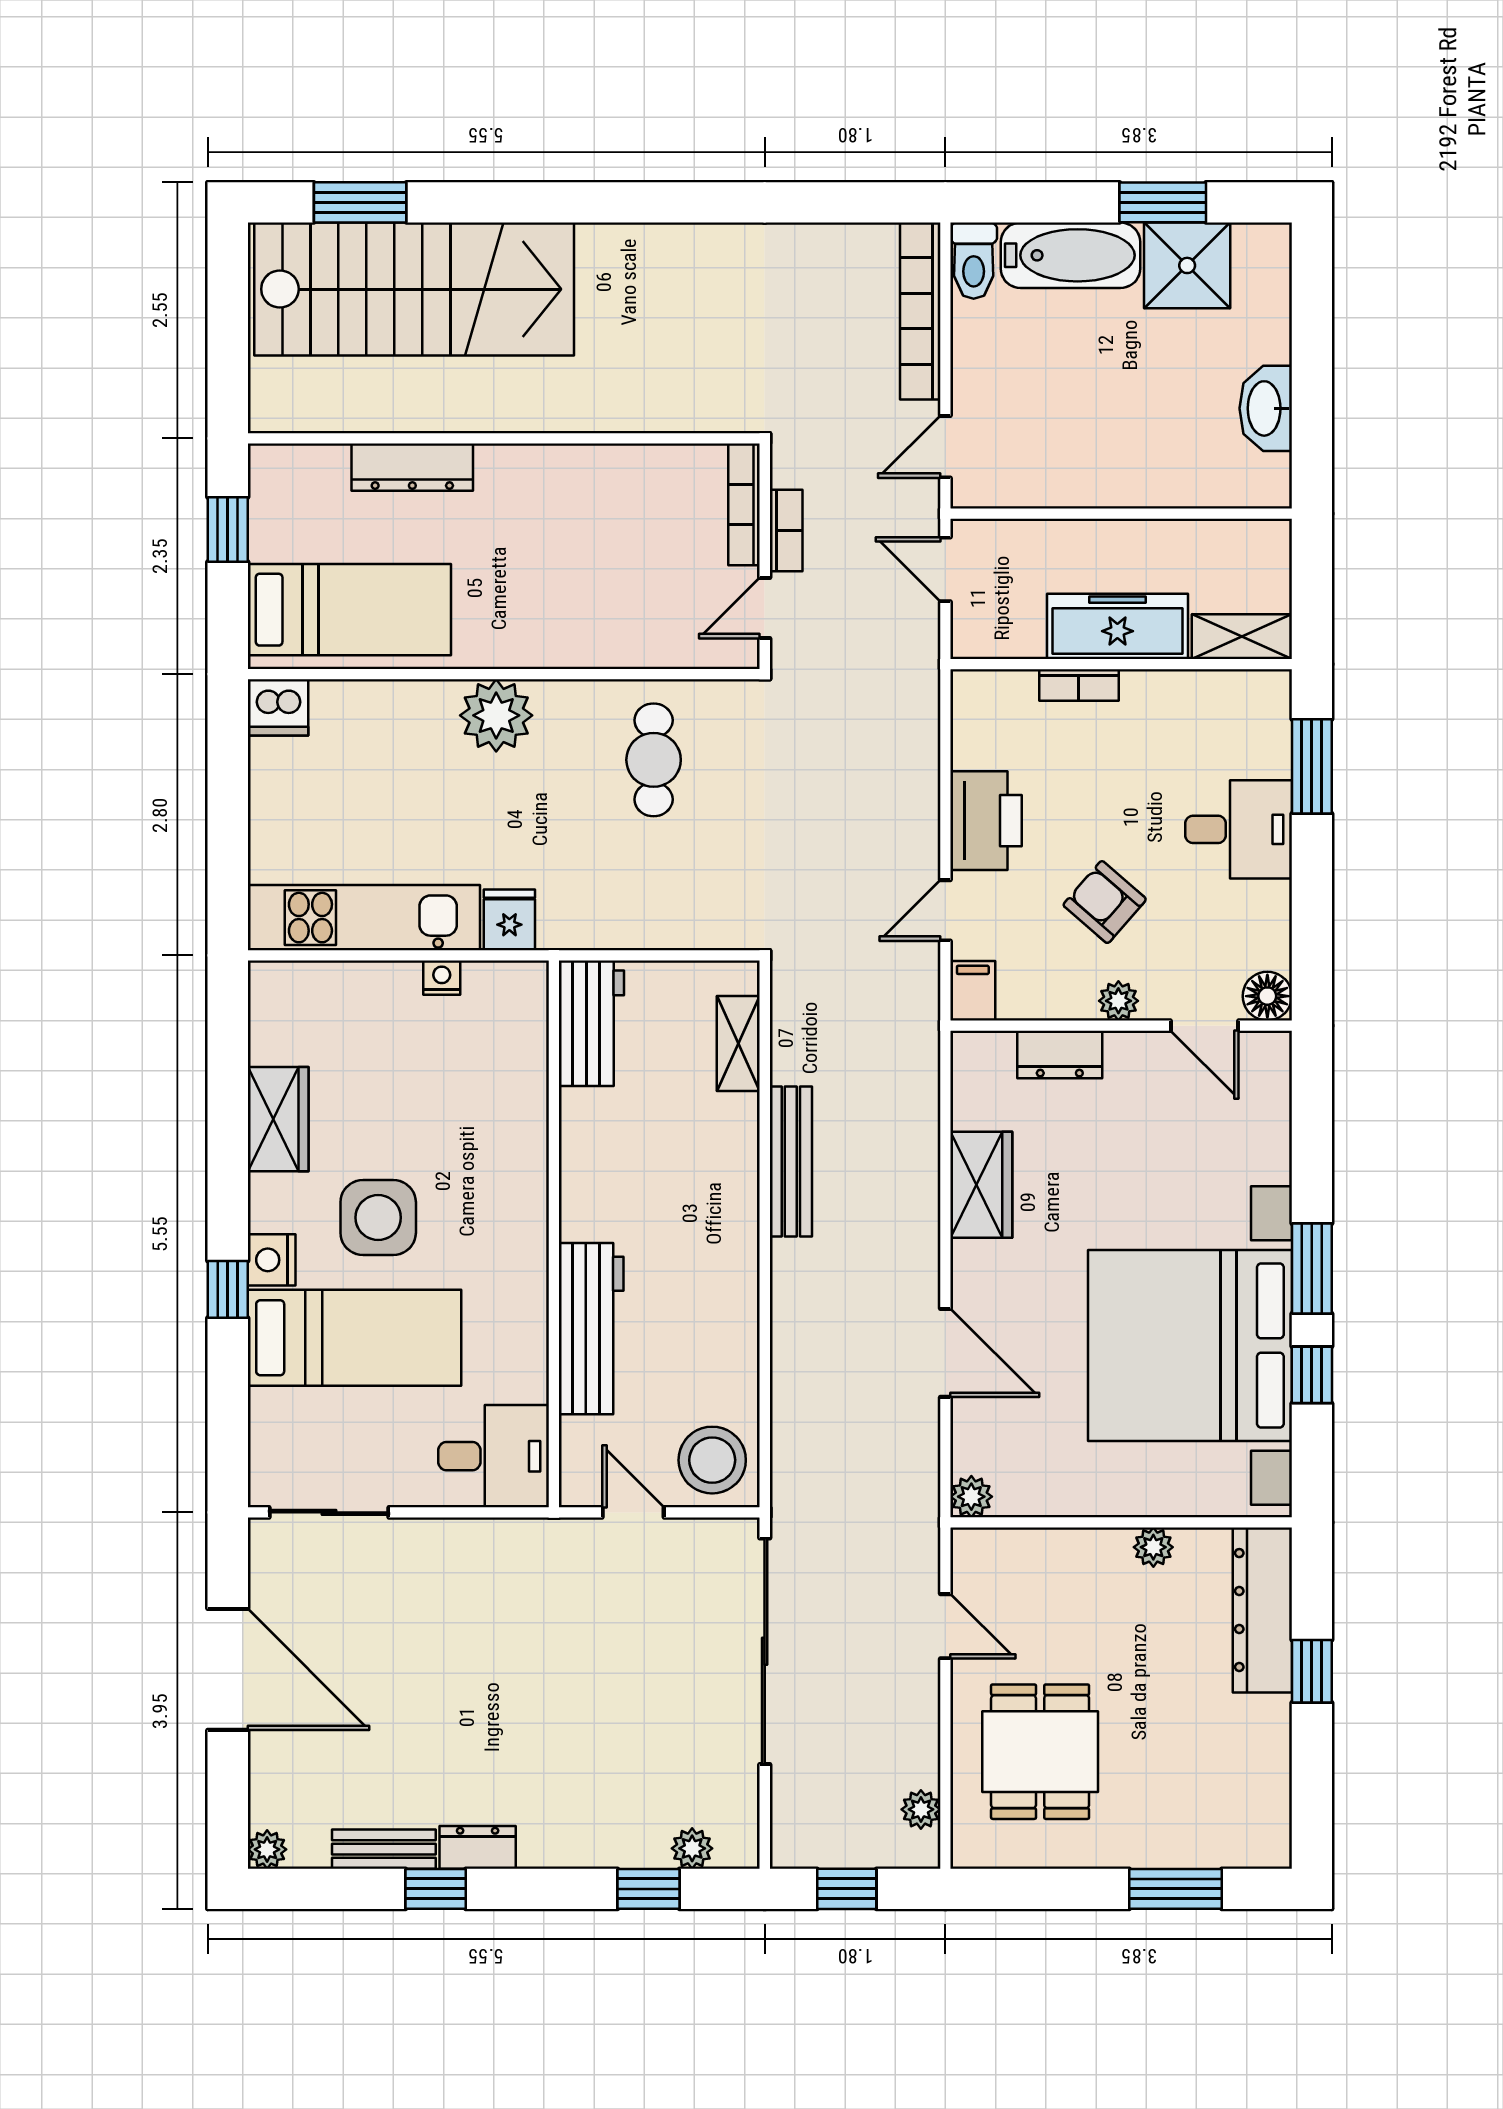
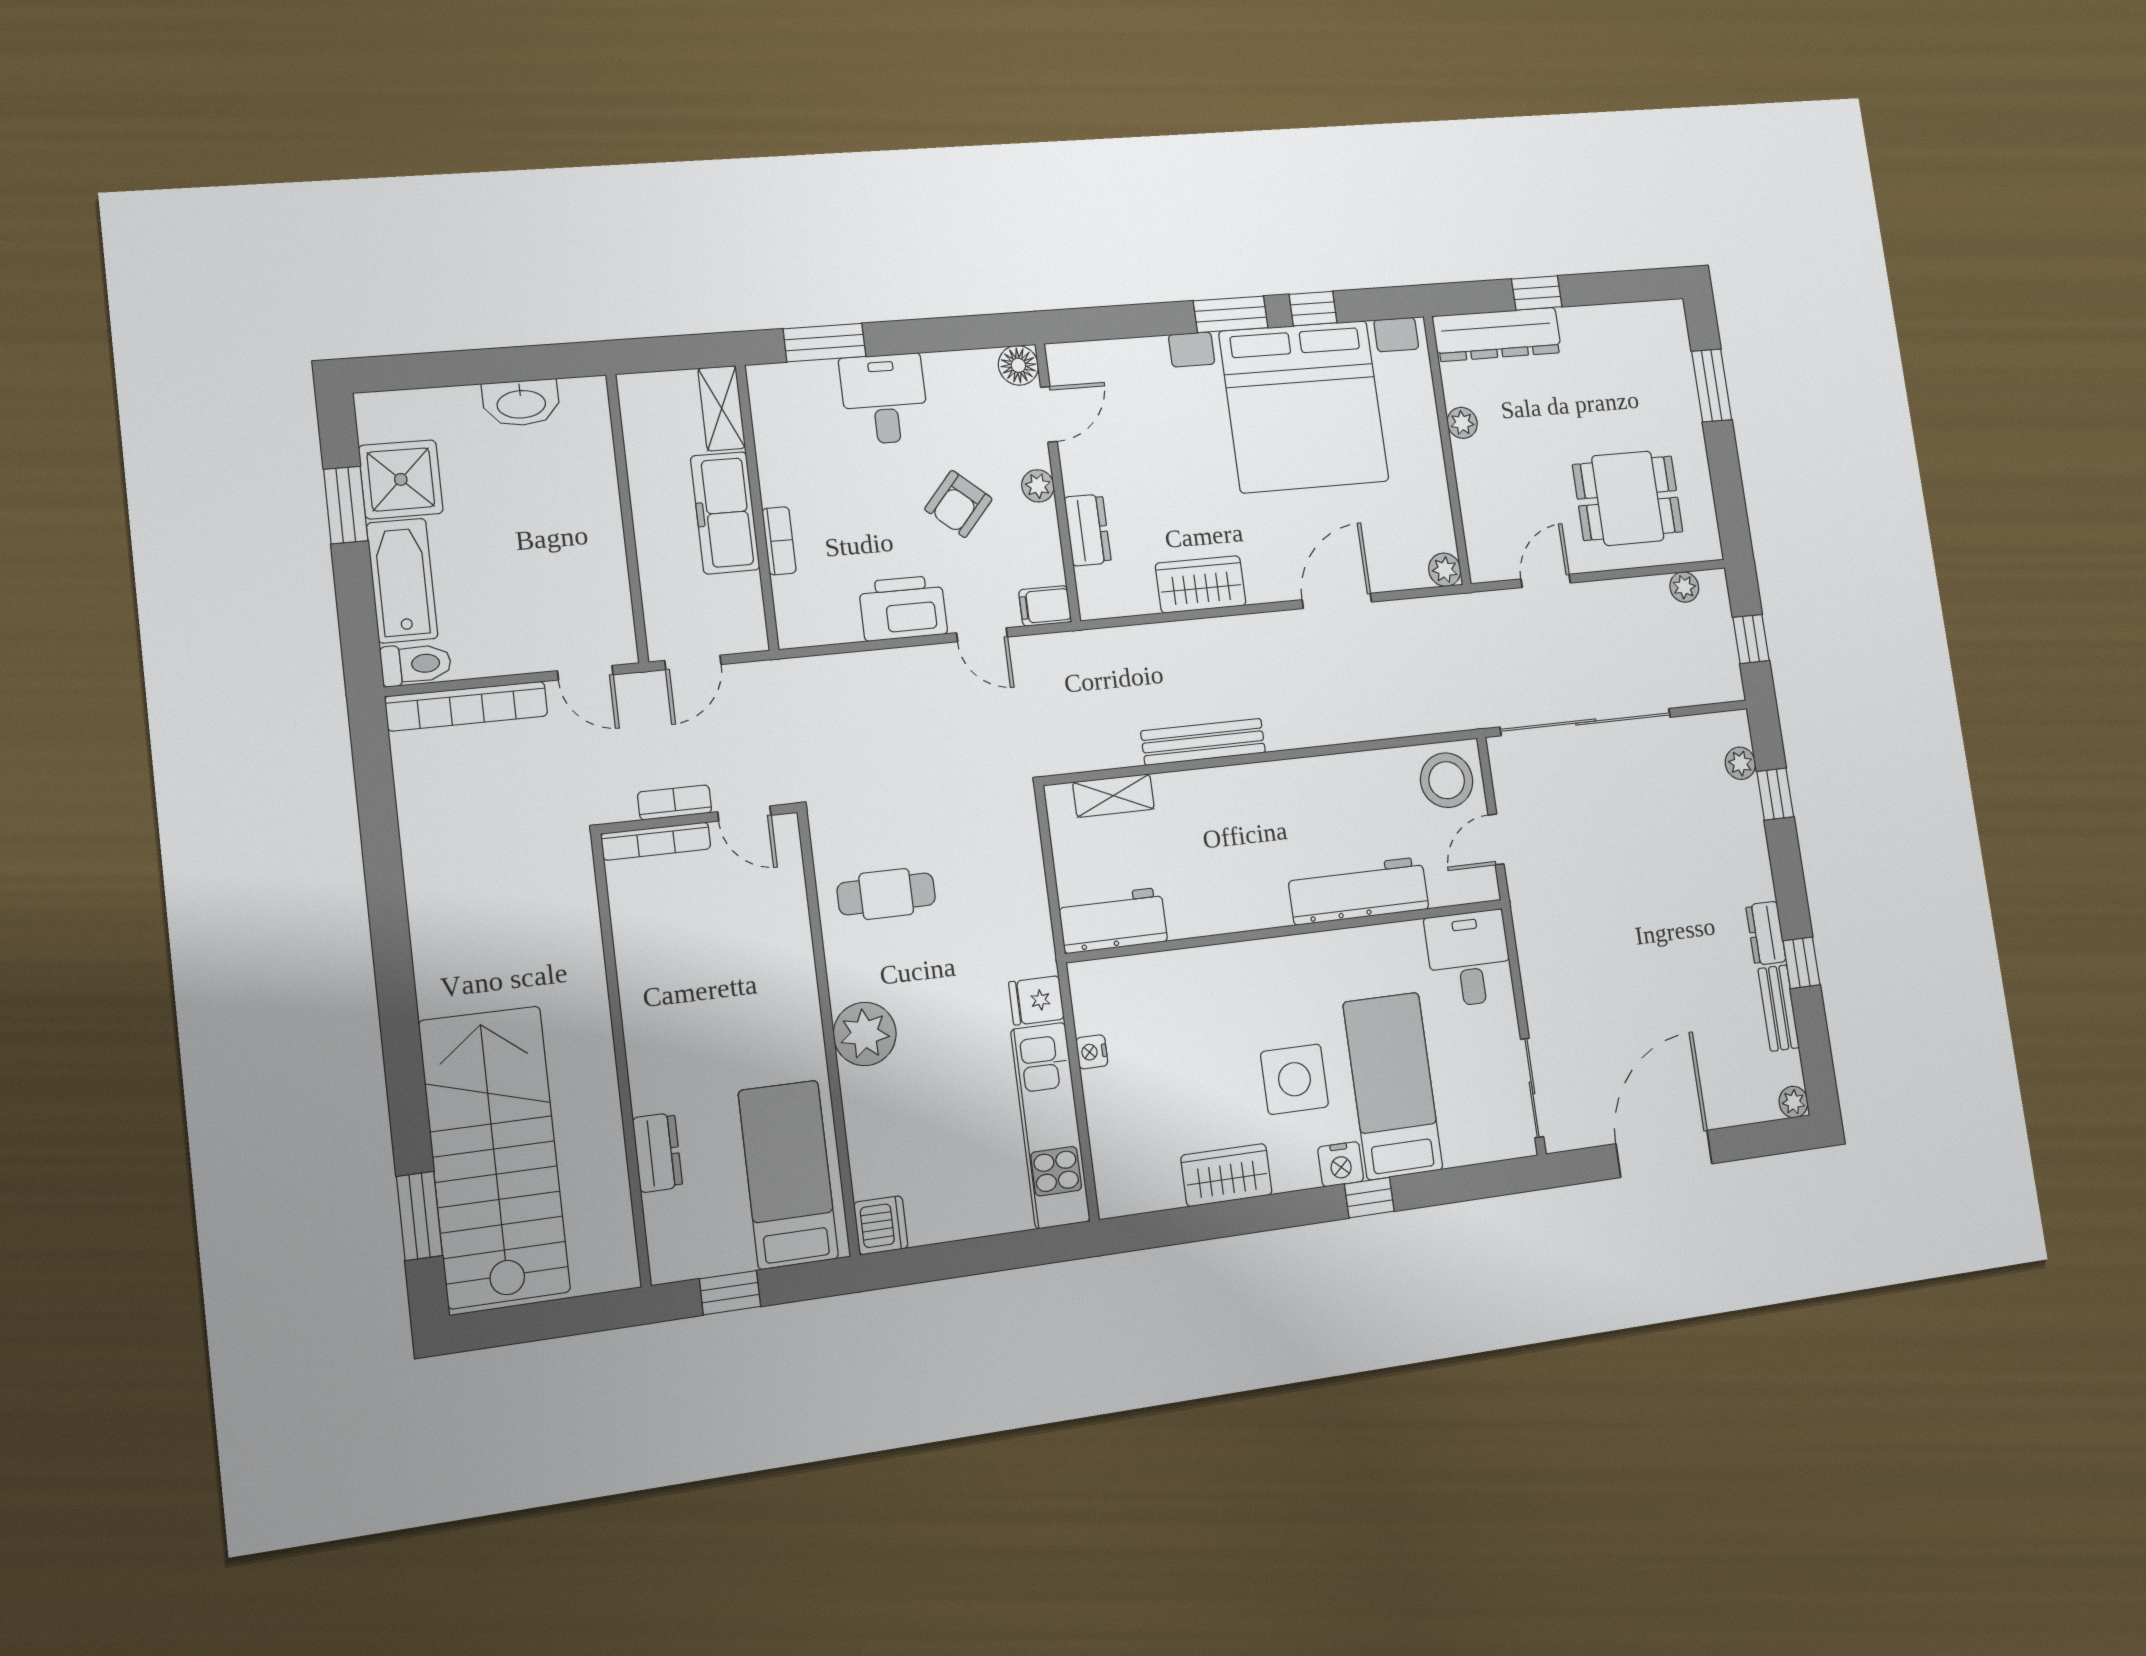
dresser: (412, 467) -> (657, 1153), width x0.70

